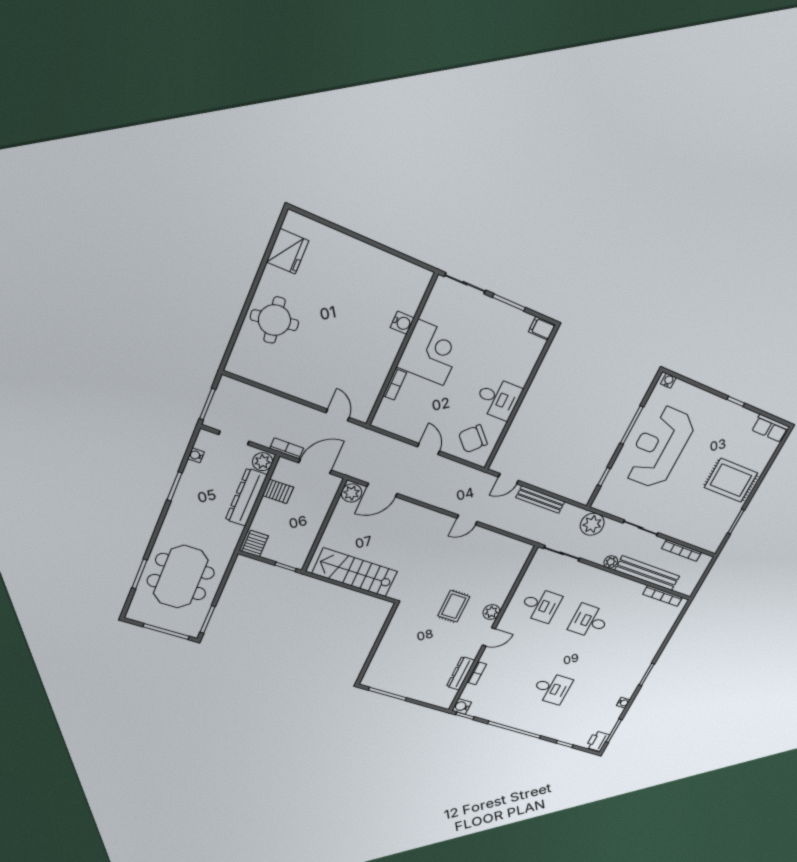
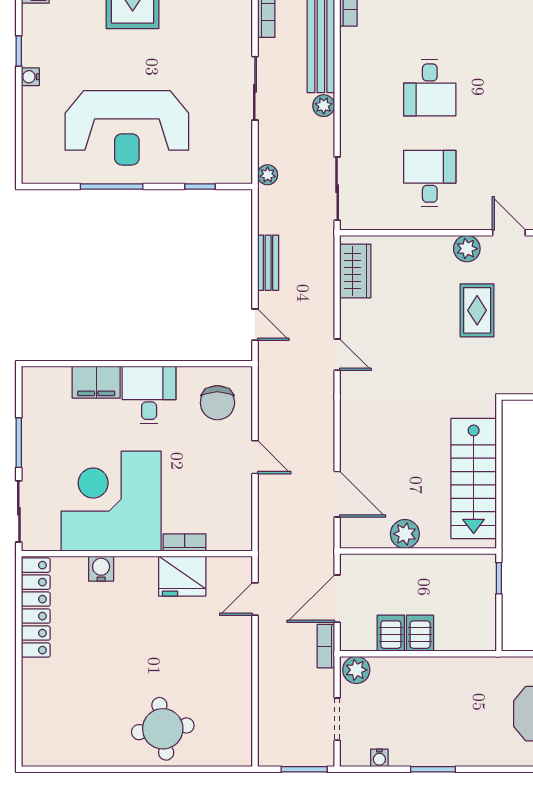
fridge: (288, 251) -> (182, 576), moved, turned 180
locker: (396, 267) -> (36, 608), added
filing cabinet: (542, 328) -> (96, 382), moved, width x2.00
corner desk: (431, 353) -> (111, 501), width x1.36, depth x1.36
water cooler: (668, 381) -> (30, 77), moved
chair: (473, 439) -> (217, 403), turned 45
door: (428, 449) -> (255, 457), swing flipped
door: (315, 466) -> (337, 599), hinge flipped
plant: (352, 493) -> (405, 534), moved
dresser: (246, 497) -> (415, 671), removed
bench: (540, 500) -> (268, 263), width x0.73
plant: (592, 524) -> (268, 175), width x0.53, depth x0.53
server rack: (255, 544) -> (420, 633), moved, turned 90
wardrobe: (510, 547) -> (355, 271), added
rug: (454, 606) -> (477, 310), turned 90

